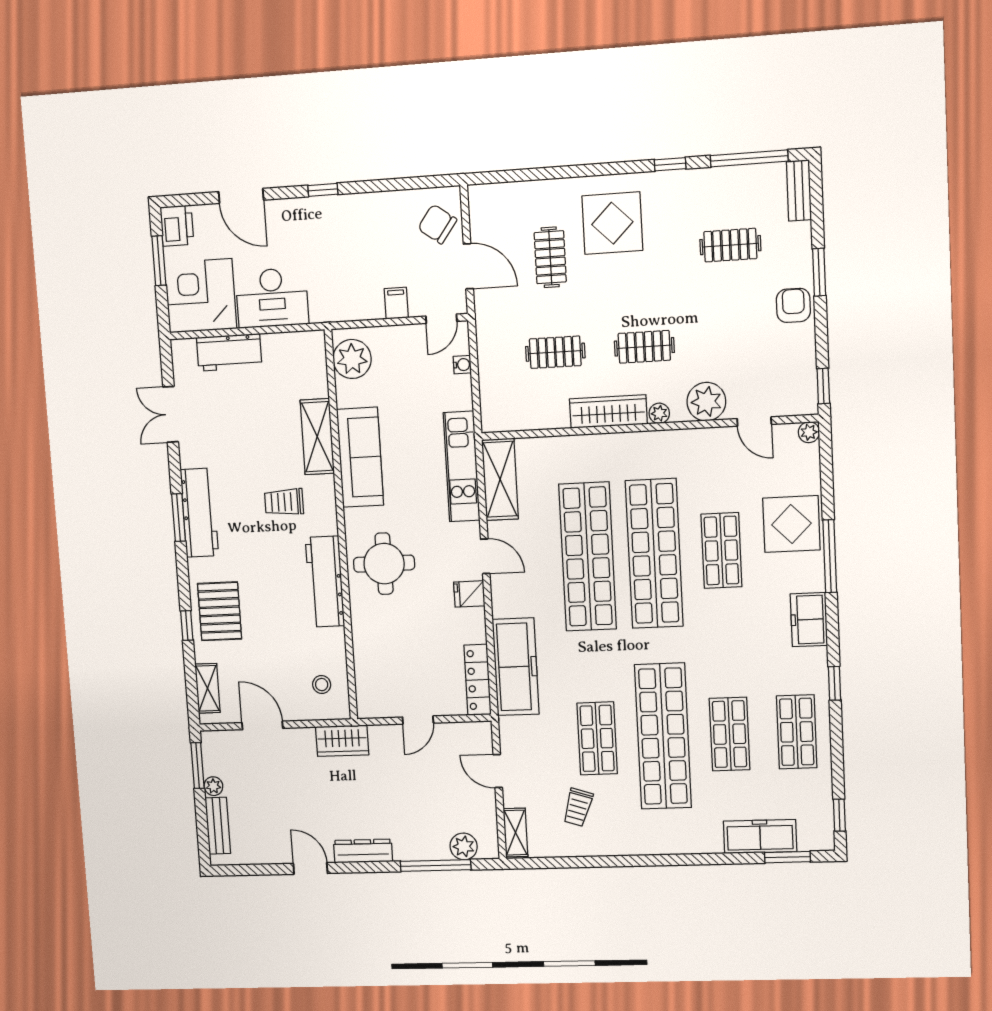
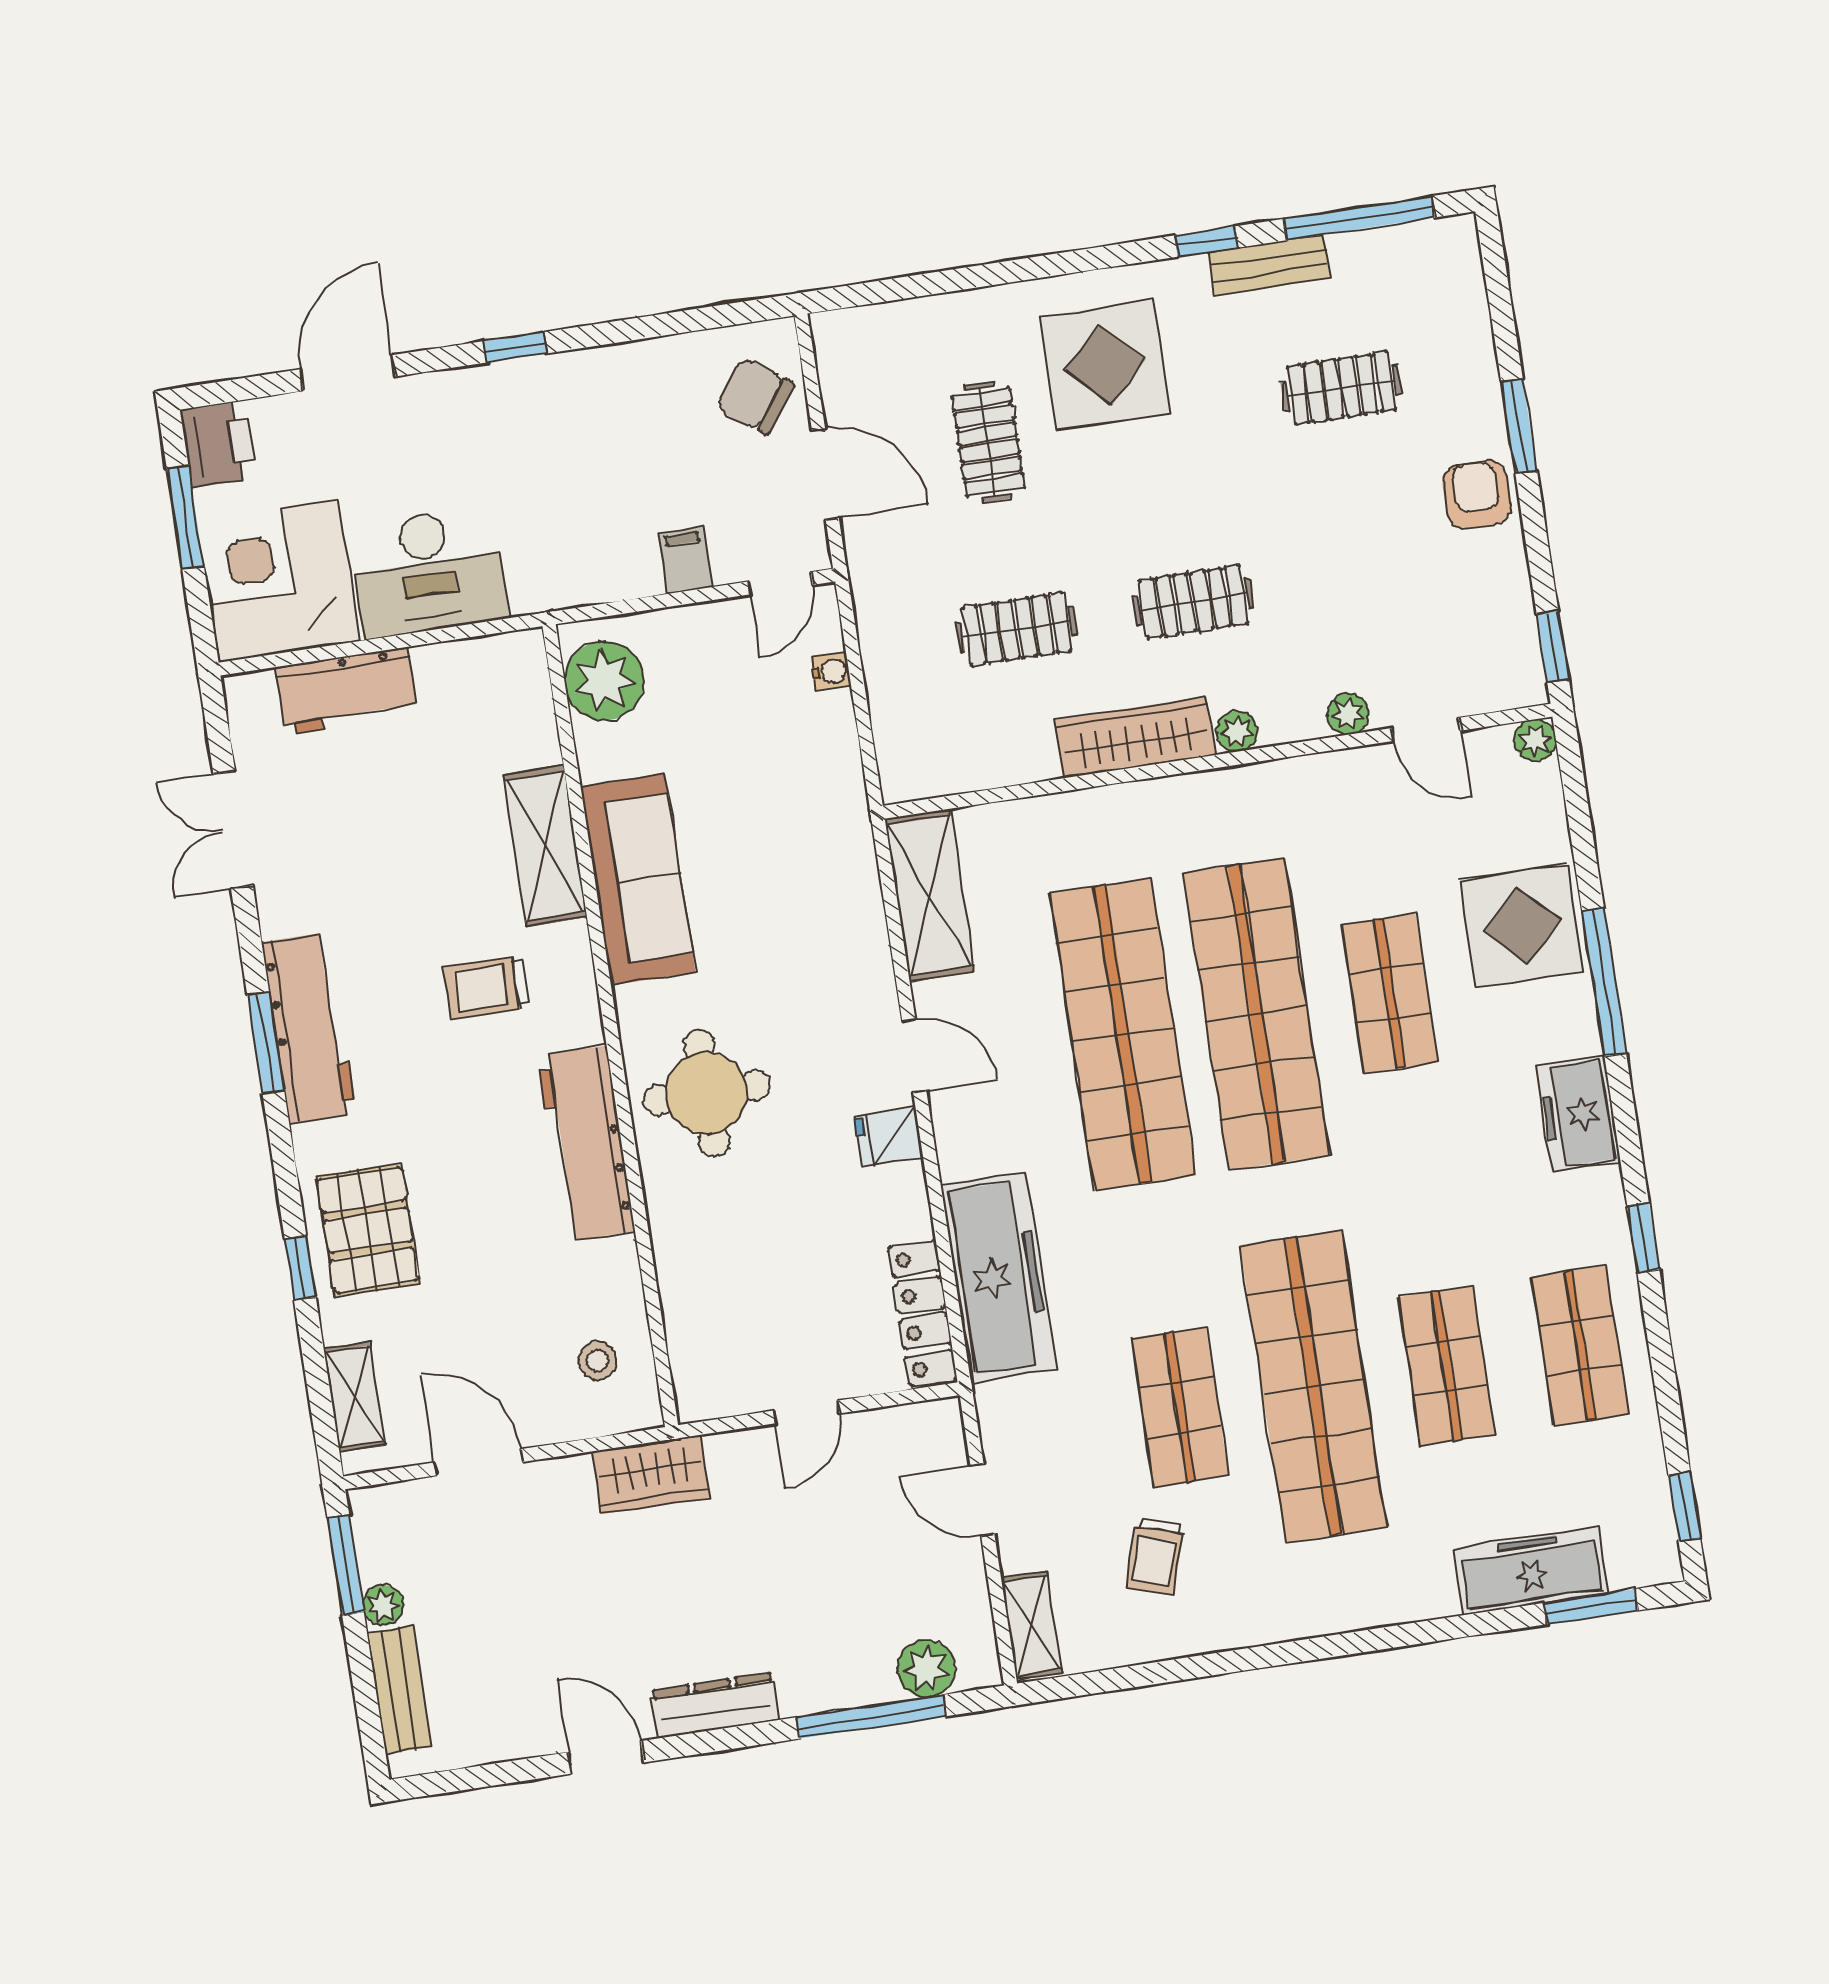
bench: (799, 190) -> (1269, 265), moved, turned 90
door: (241, 196) -> (348, 373), swing flipped
plant: (706, 402) -> (1348, 714), width x0.53, depth x0.53
kitchen unit: (462, 466) -> (849, 877), removed

